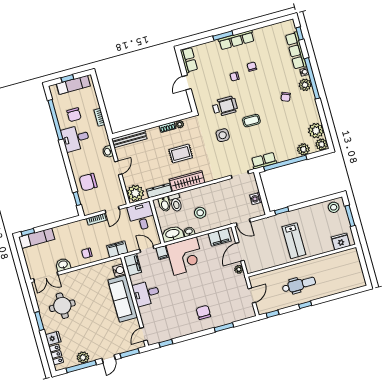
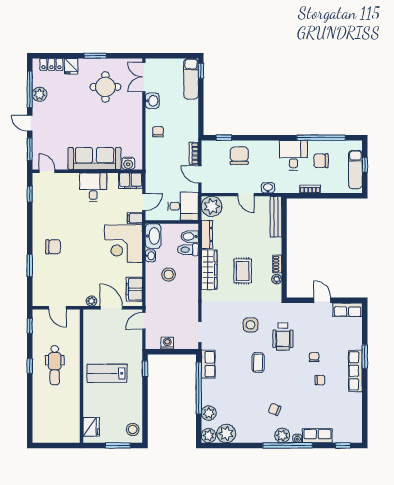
row of seats: (296, 51) -> (317, 436), width x0.68
filing cabinet: (117, 249) -> (153, 168), removed

